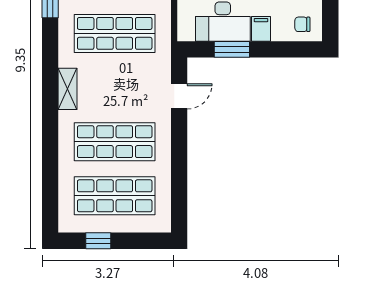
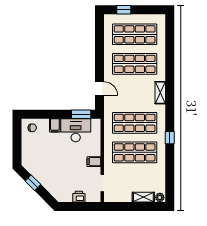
window: (232, 49) -> (81, 114), moved
door: (179, 96) -> (99, 89), swing flipped
window: (98, 241) -> (124, 10), moved

